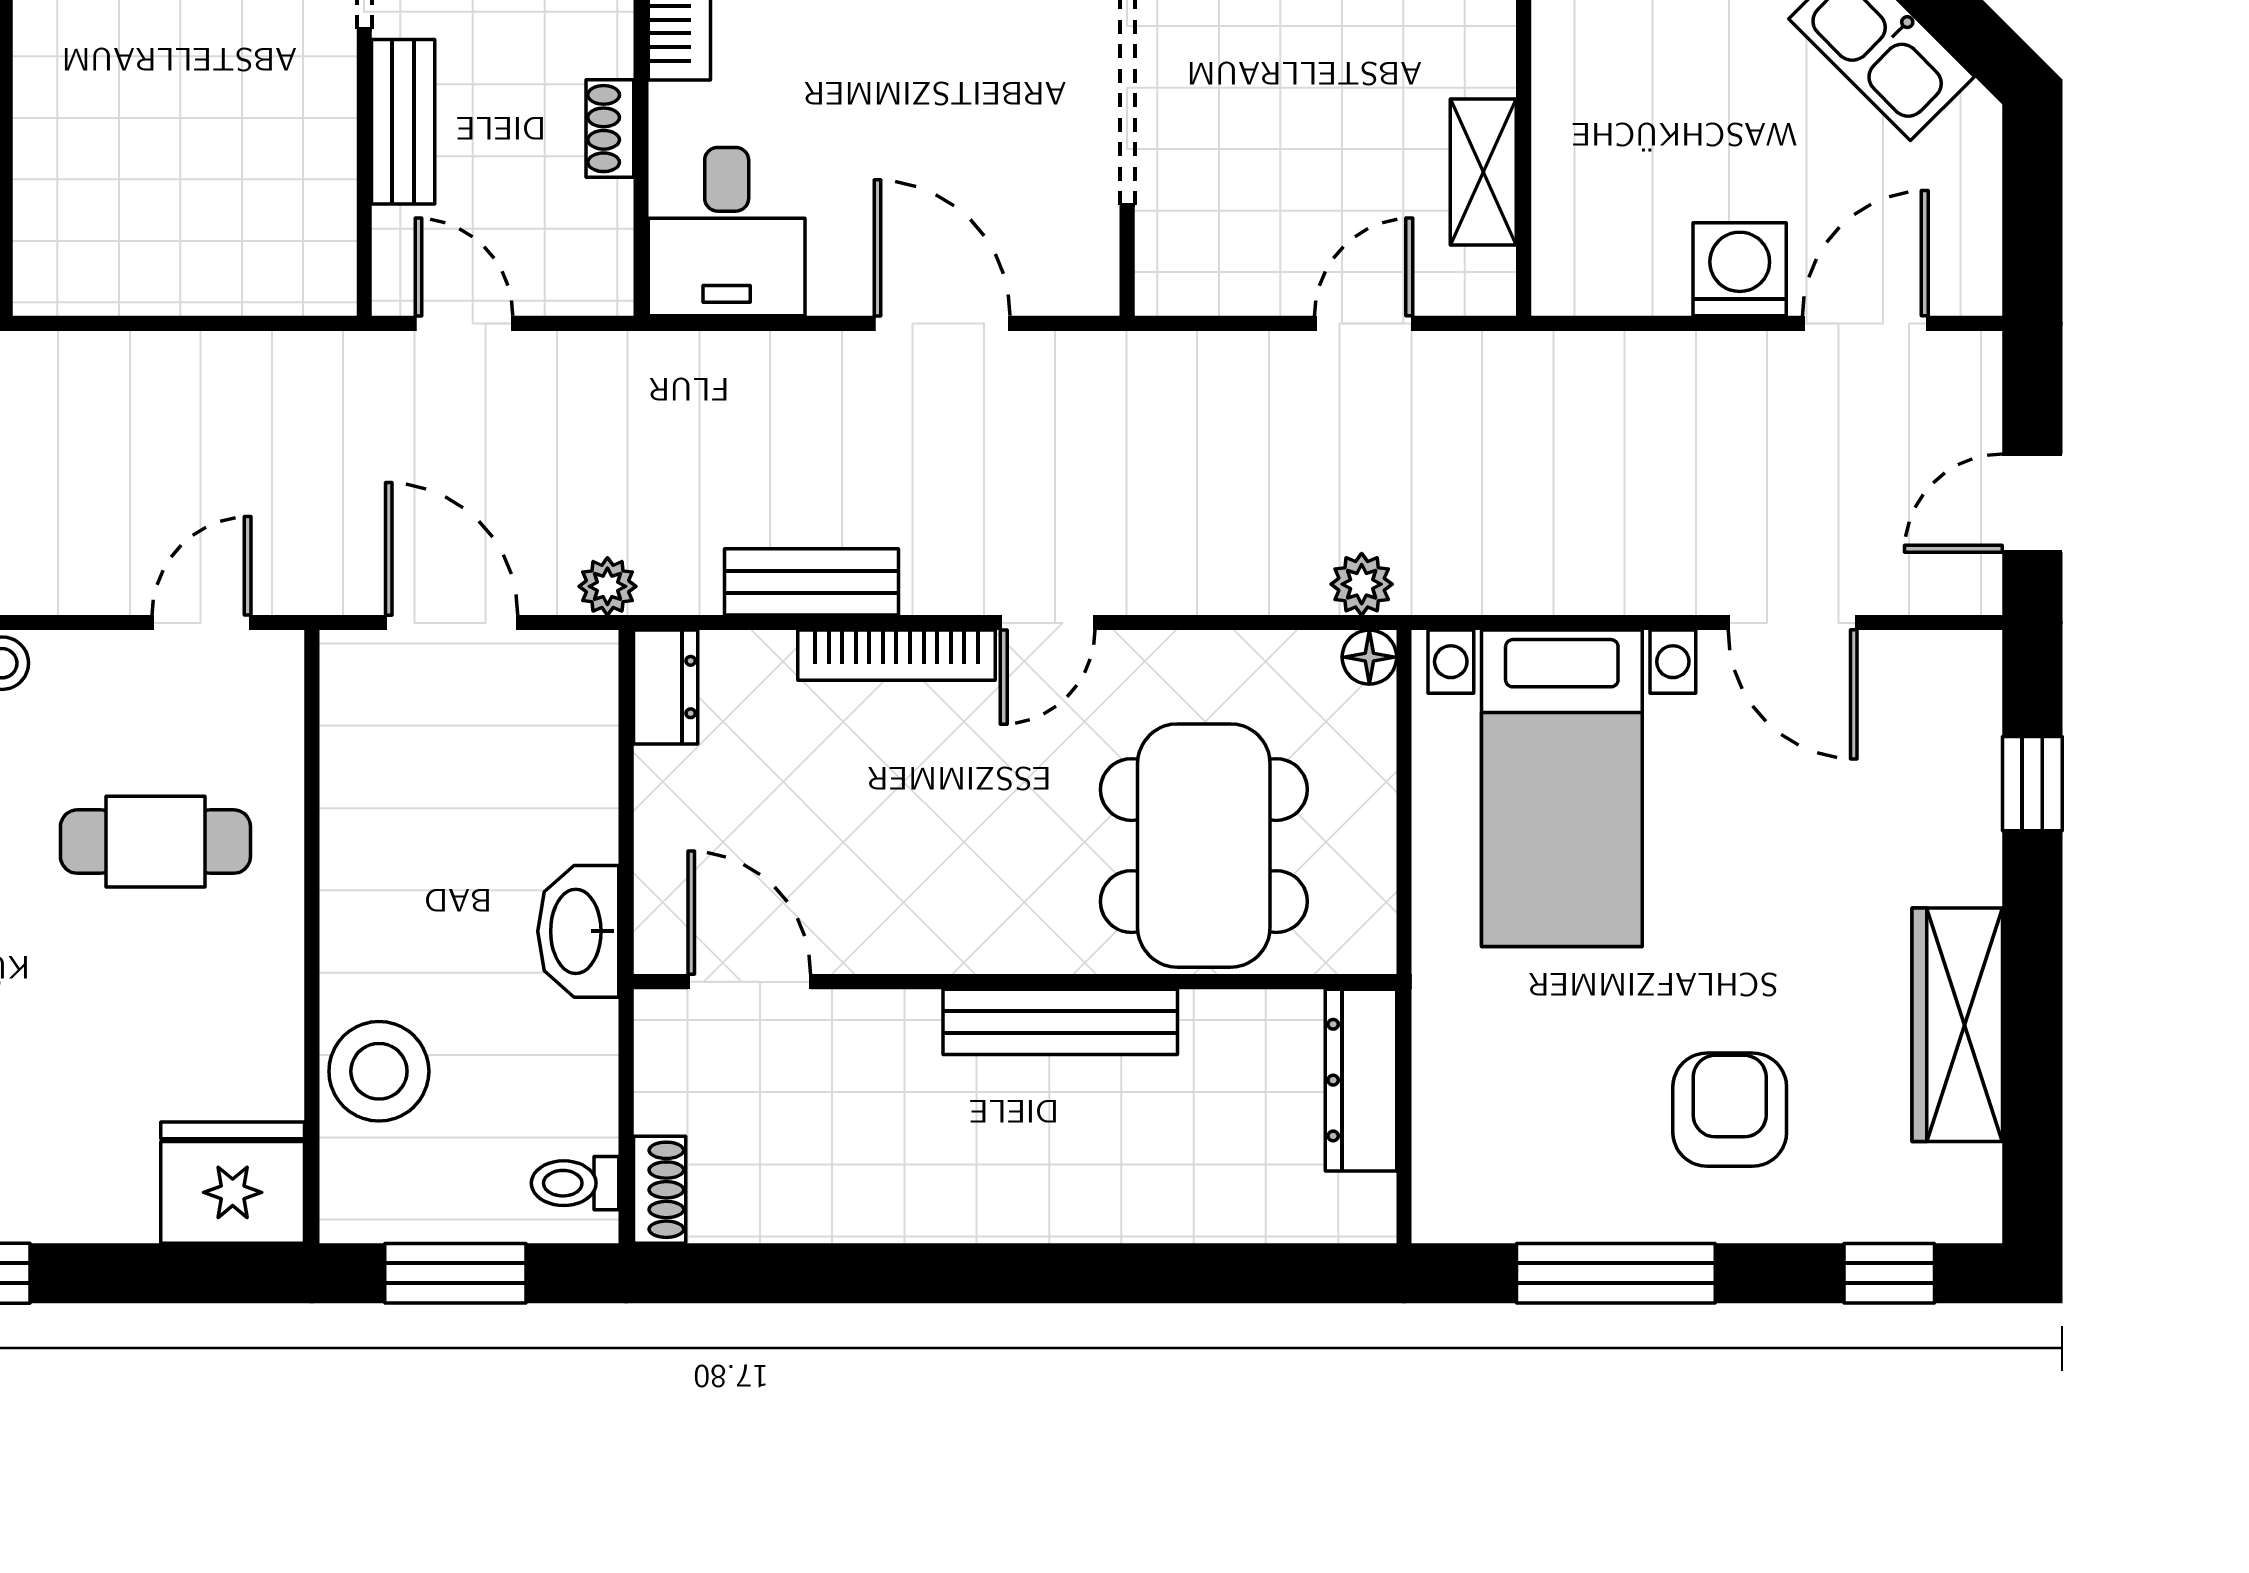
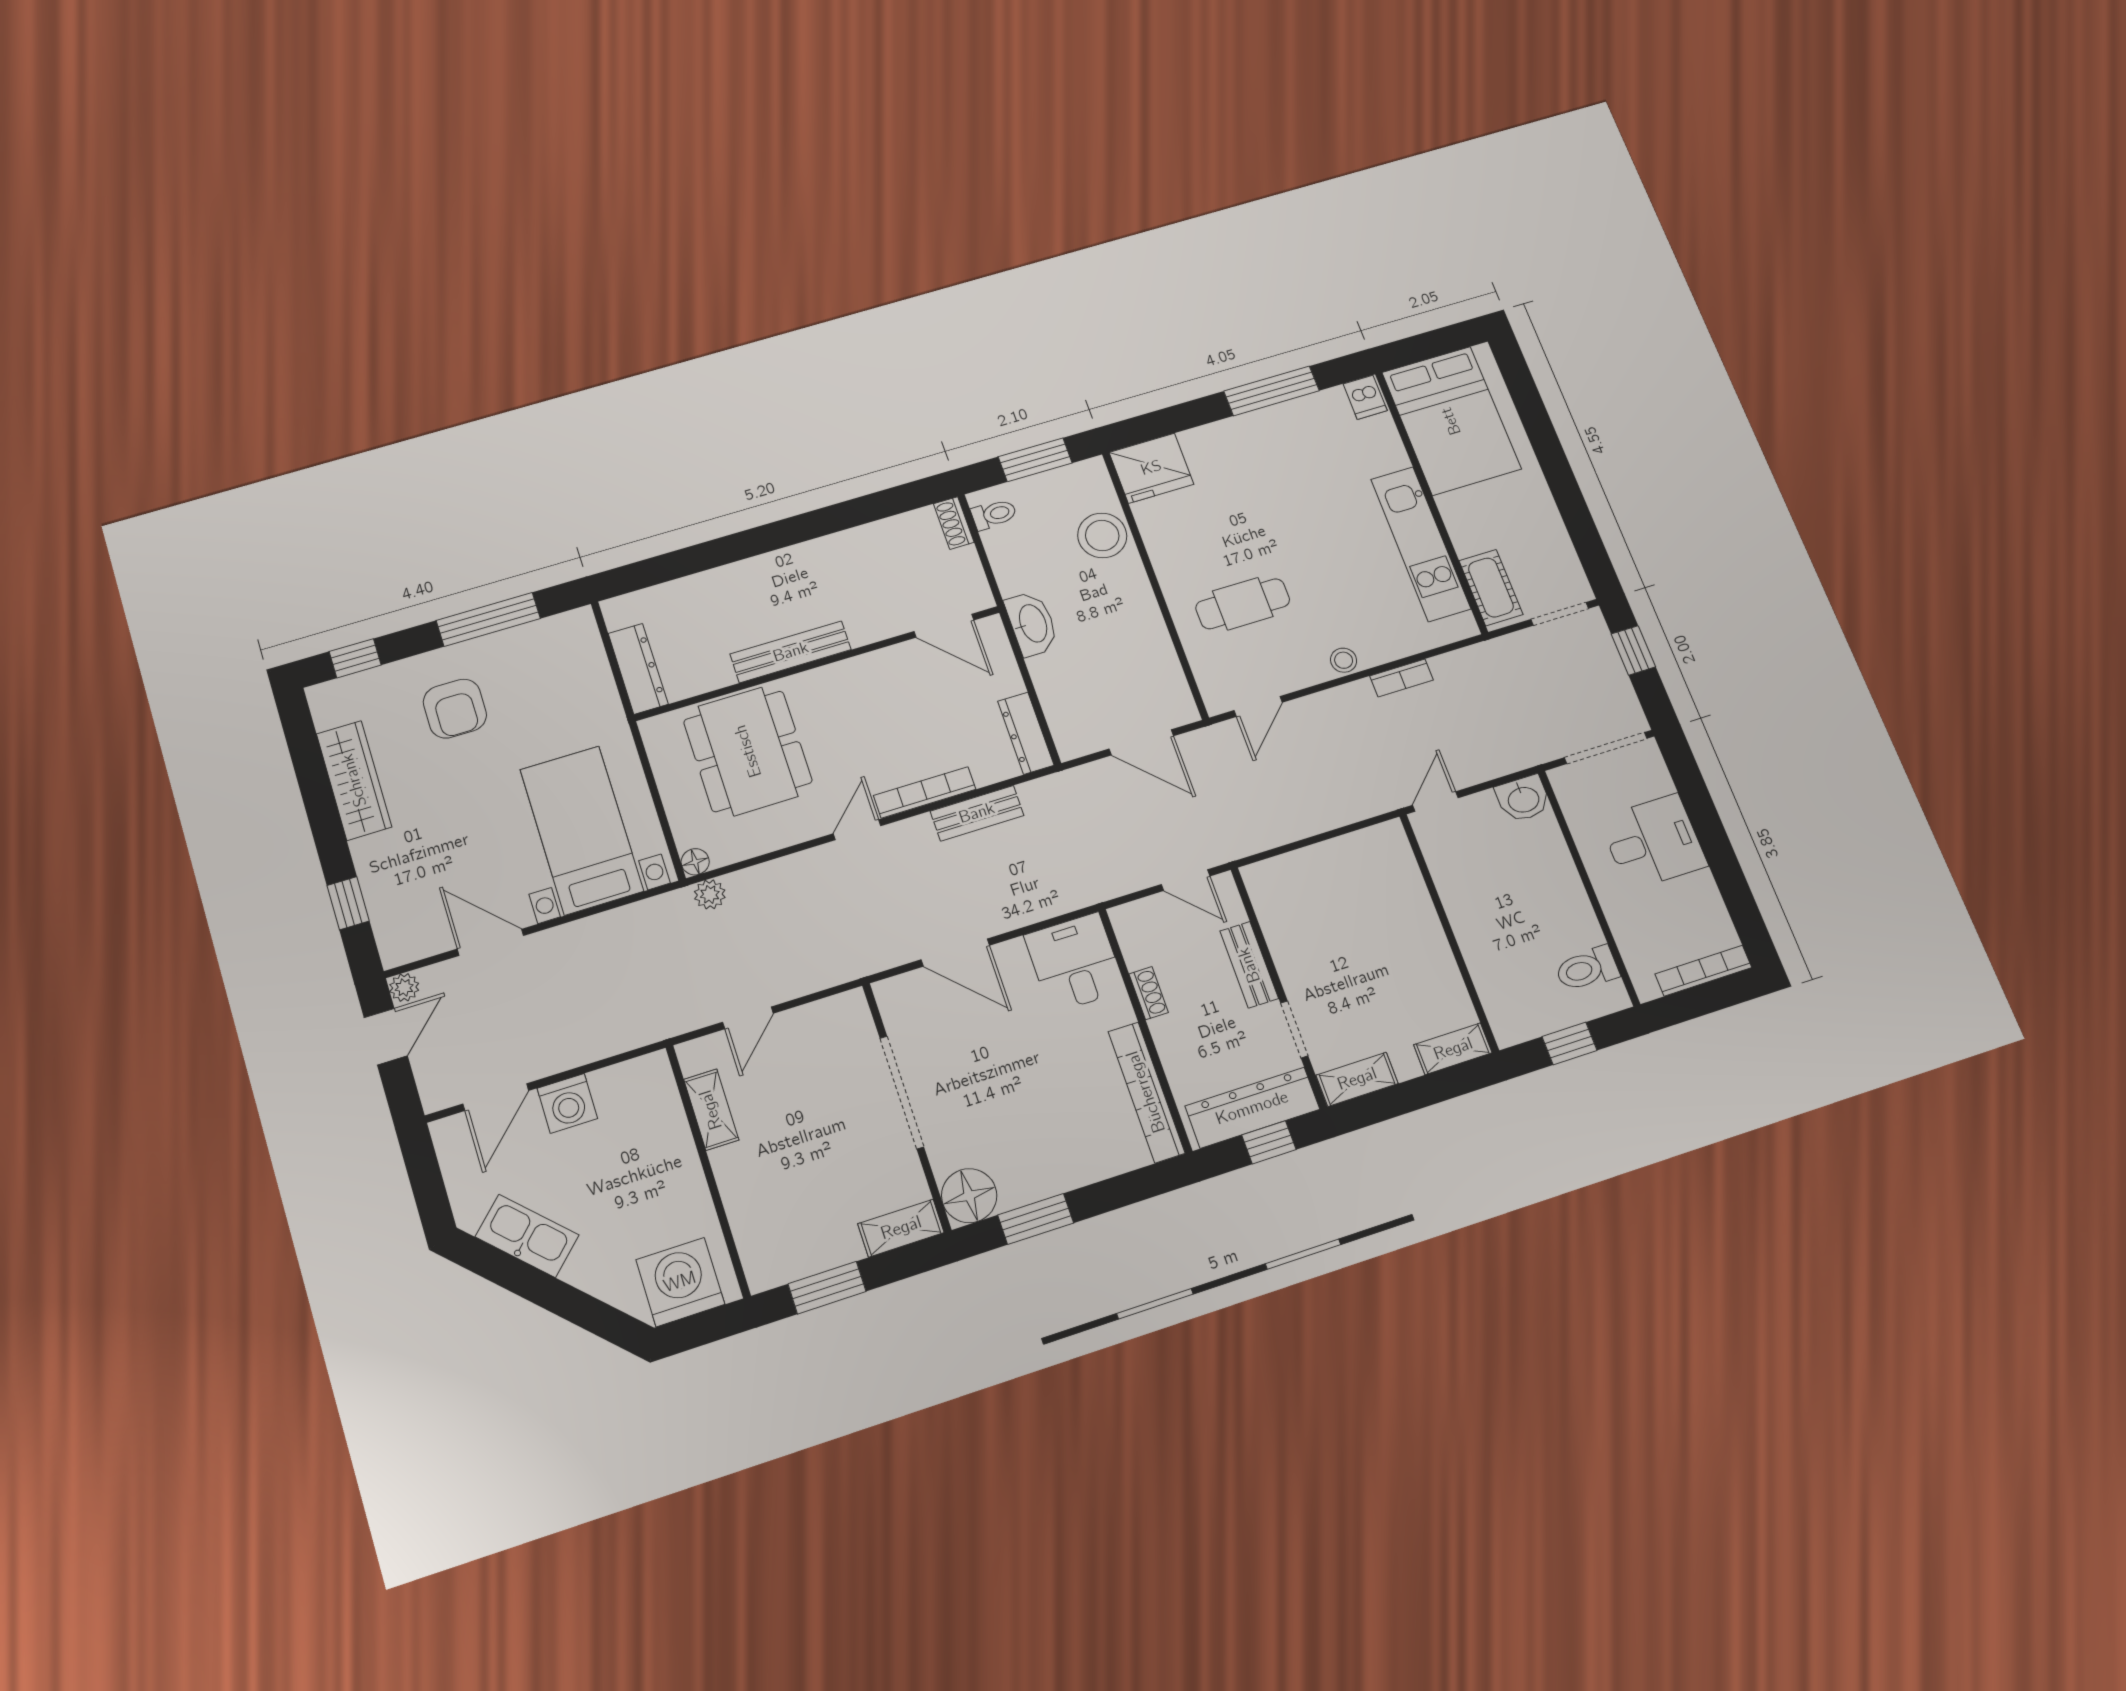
plant: (607, 586) -> (404, 987), moved
dresser: (666, 687) -> (1026, 733), width x1.44

